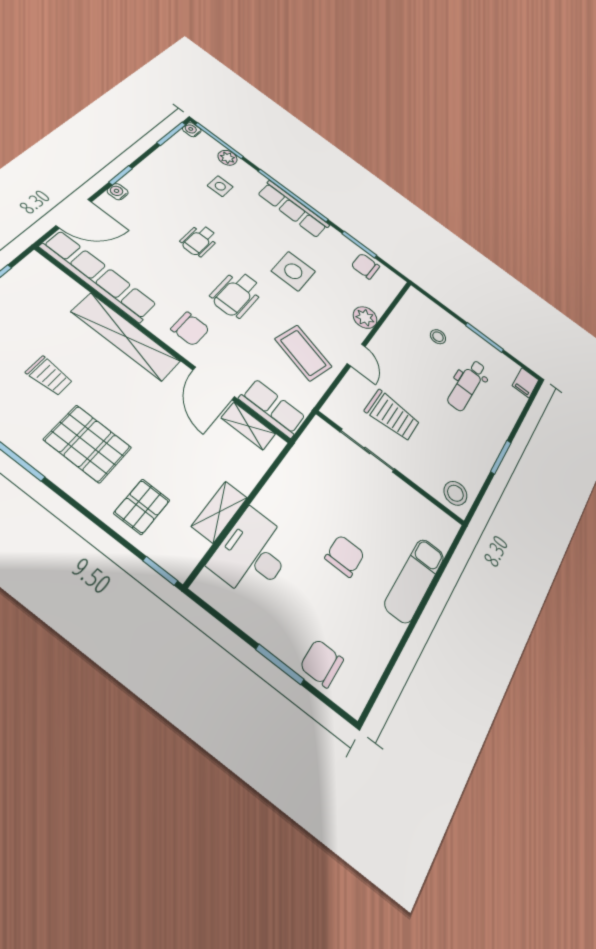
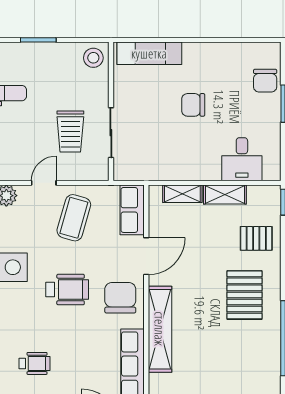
wheelchair: (199, 240) -> (35, 363), moved
chair: (190, 329) -> (120, 298), width x1.37, depth x1.37
trolley: (49, 376) -> (222, 348), removed
trolley: (392, 415) -> (70, 131), turned 180
shelving: (248, 426) -> (182, 194), moved, turned 90
desk: (252, 554) -> (242, 159), width x0.73
exam couch: (415, 580) -> (149, 53), moved

